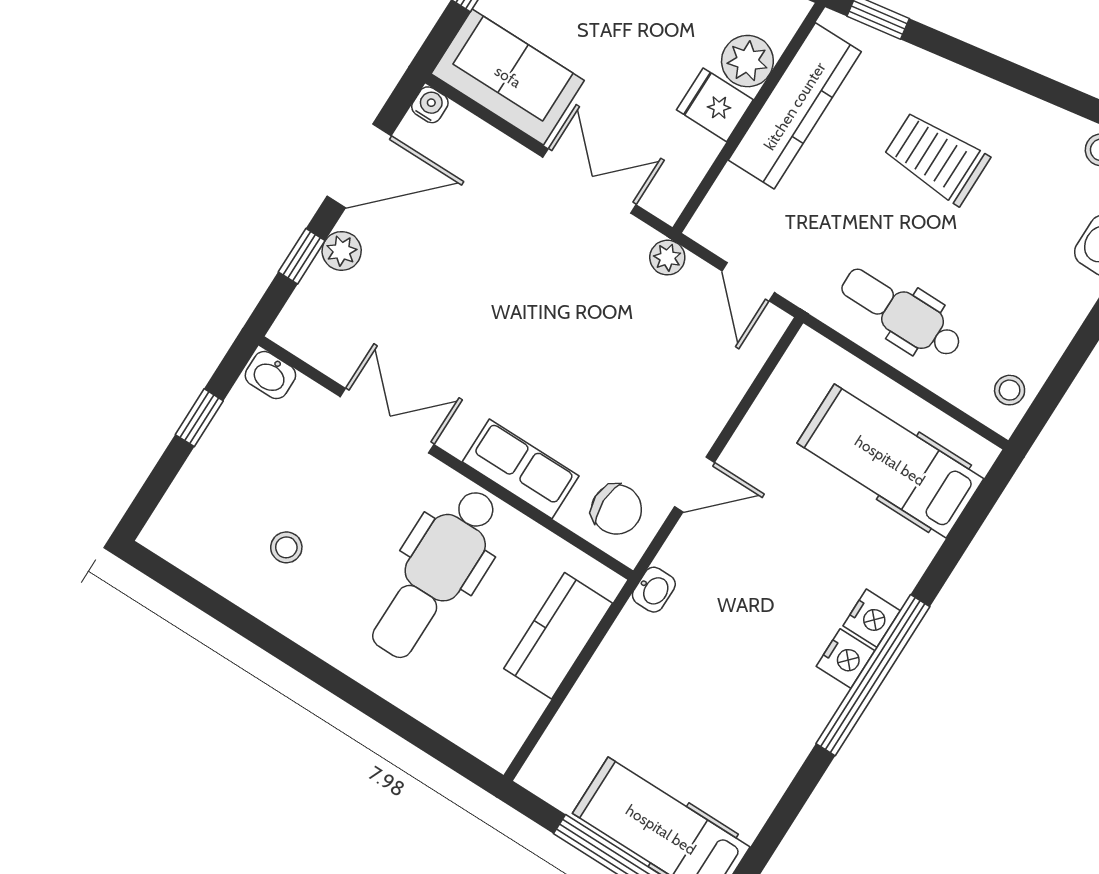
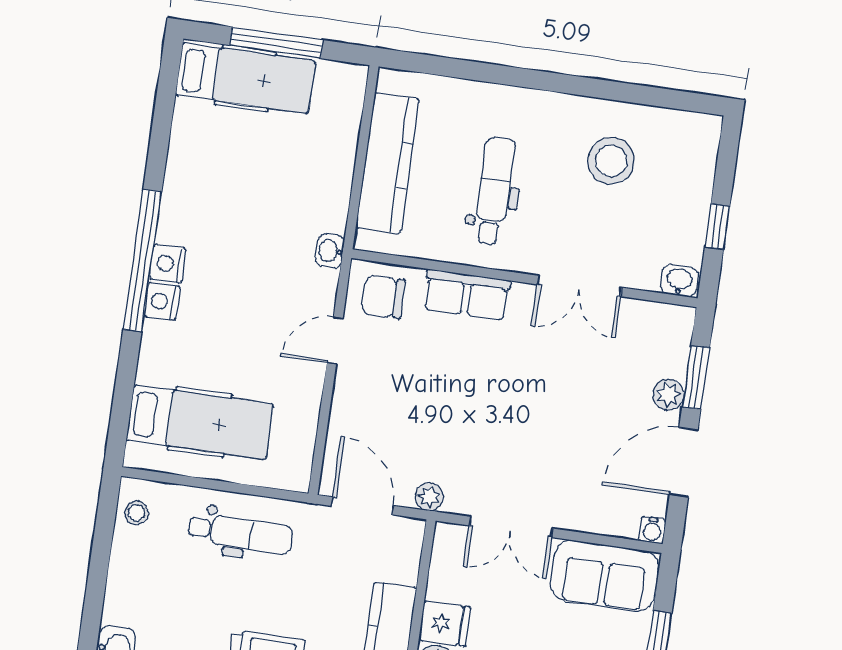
window: (302, 256) -> (696, 378), width x1.50
door: (748, 282) -> (362, 506), width x1.38
stool: (286, 547) -> (611, 161), width x1.89, depth x1.89
dental chair: (435, 573) -> (494, 191), width x0.73, depth x0.72
kitchen counter: (558, 636) -> (388, 163), width x1.50

